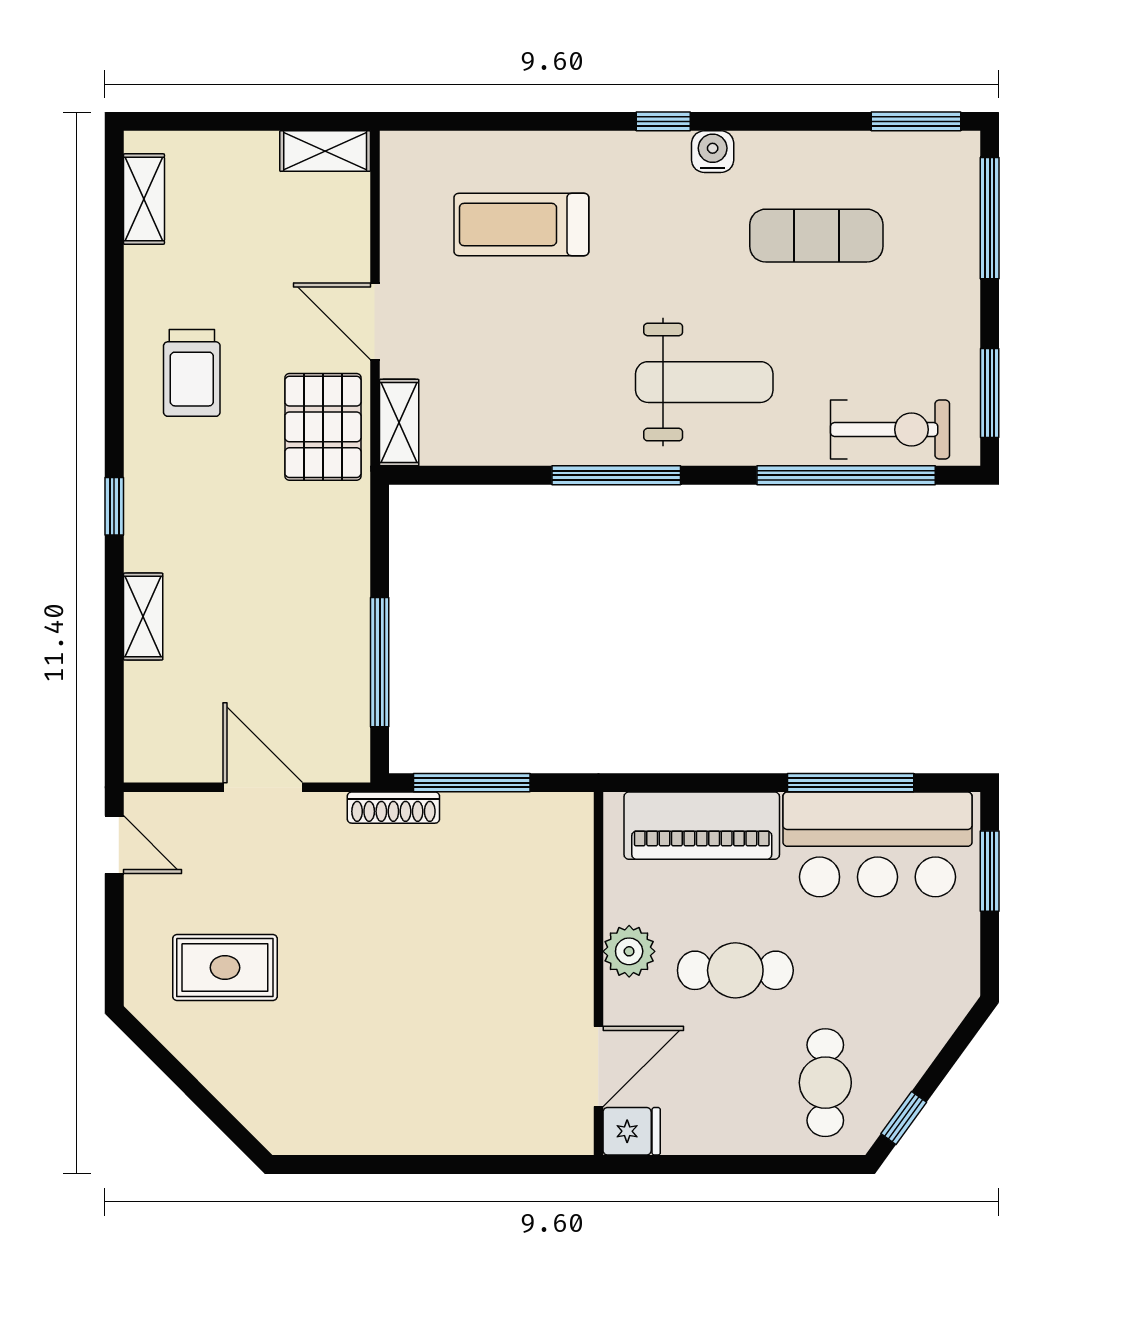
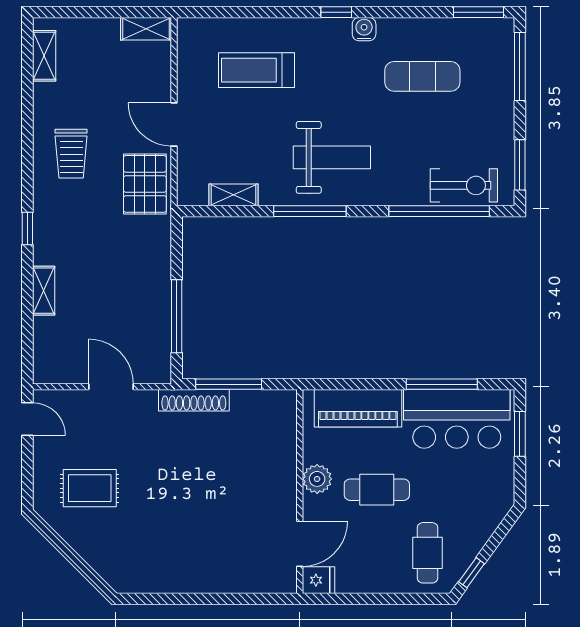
weight bench: (704, 382) -> (332, 157), moved
shelving: (399, 423) -> (234, 195), moved, turned 90
shoe rack: (393, 808) -> (194, 400), width x1.36, depth x1.24

